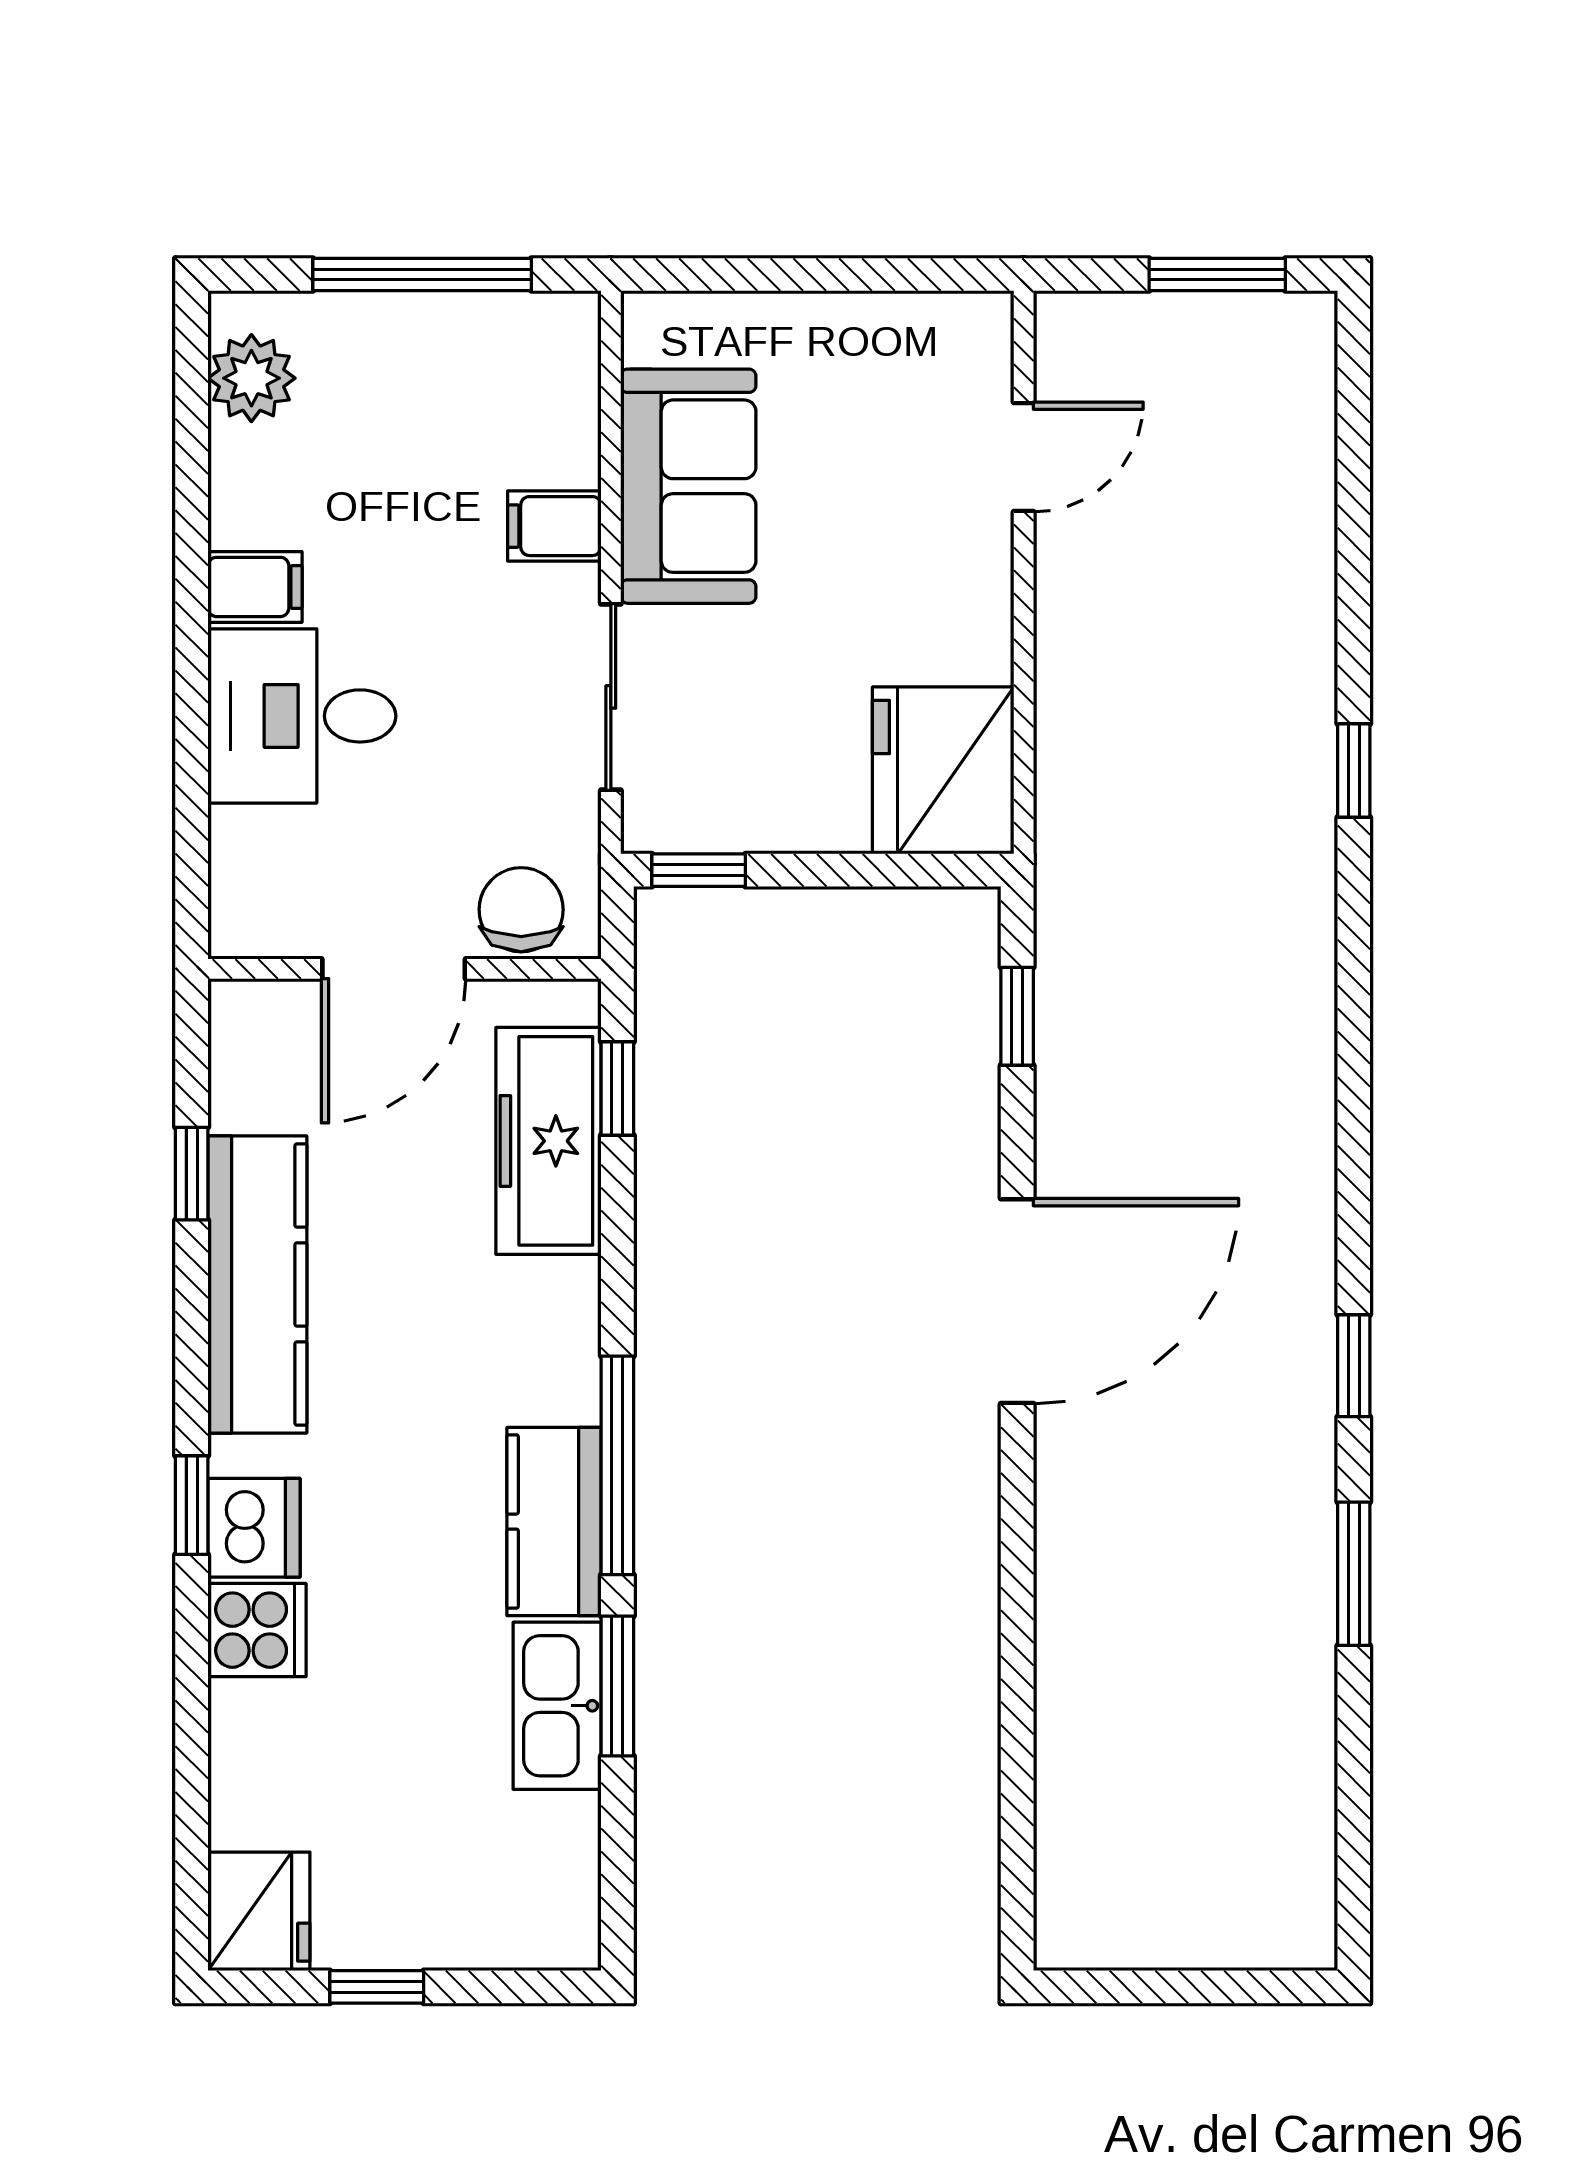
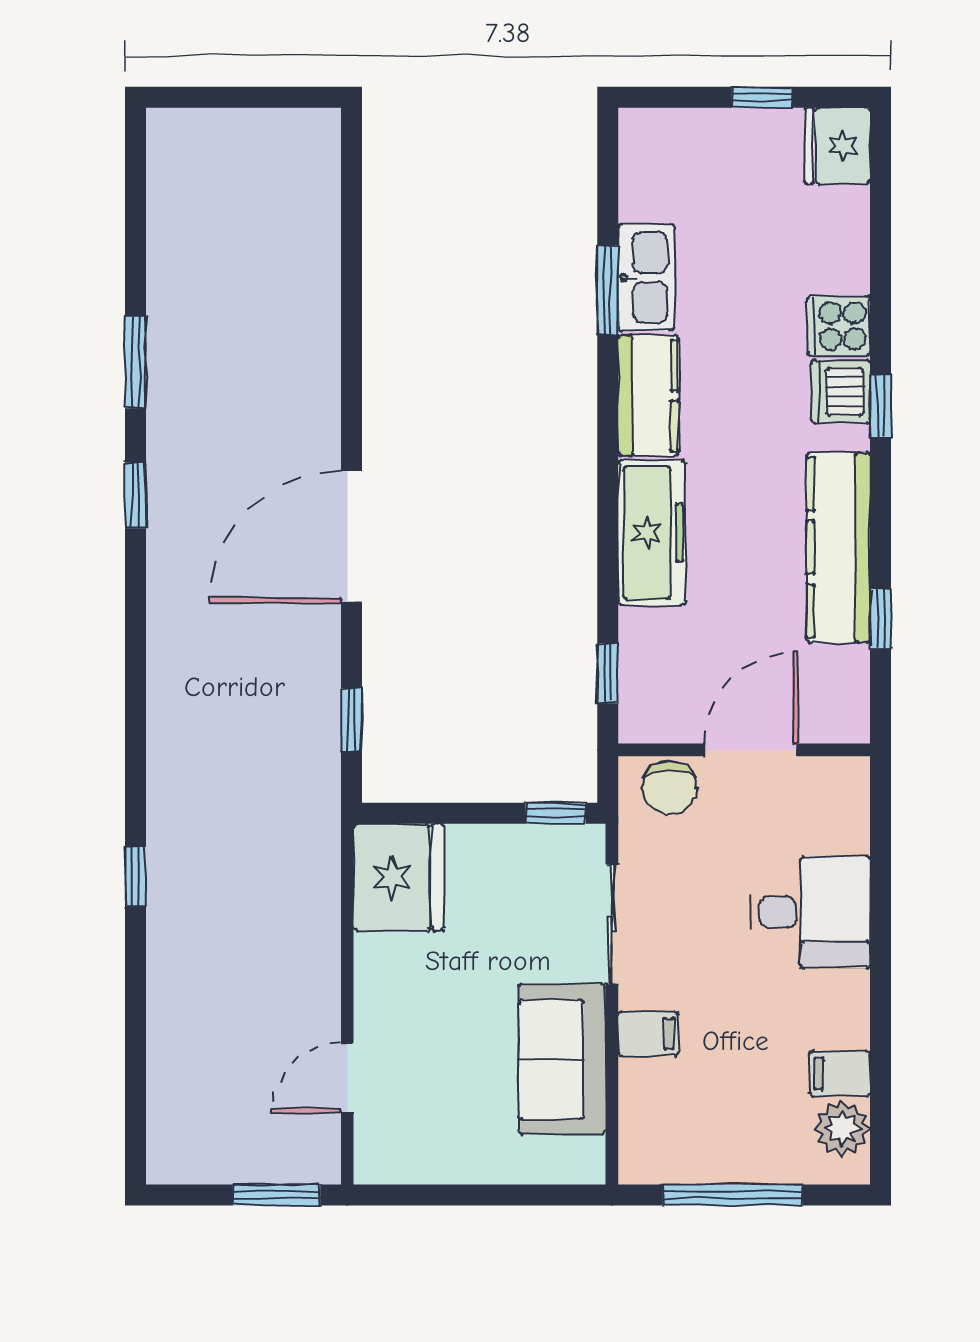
window: (1217, 274) -> (276, 1195), moved
filing cabinet: (255, 587) -> (840, 1074), moved
freezer: (548, 1141) -> (652, 533), moved
window: (617, 1465) -> (608, 432), removed

